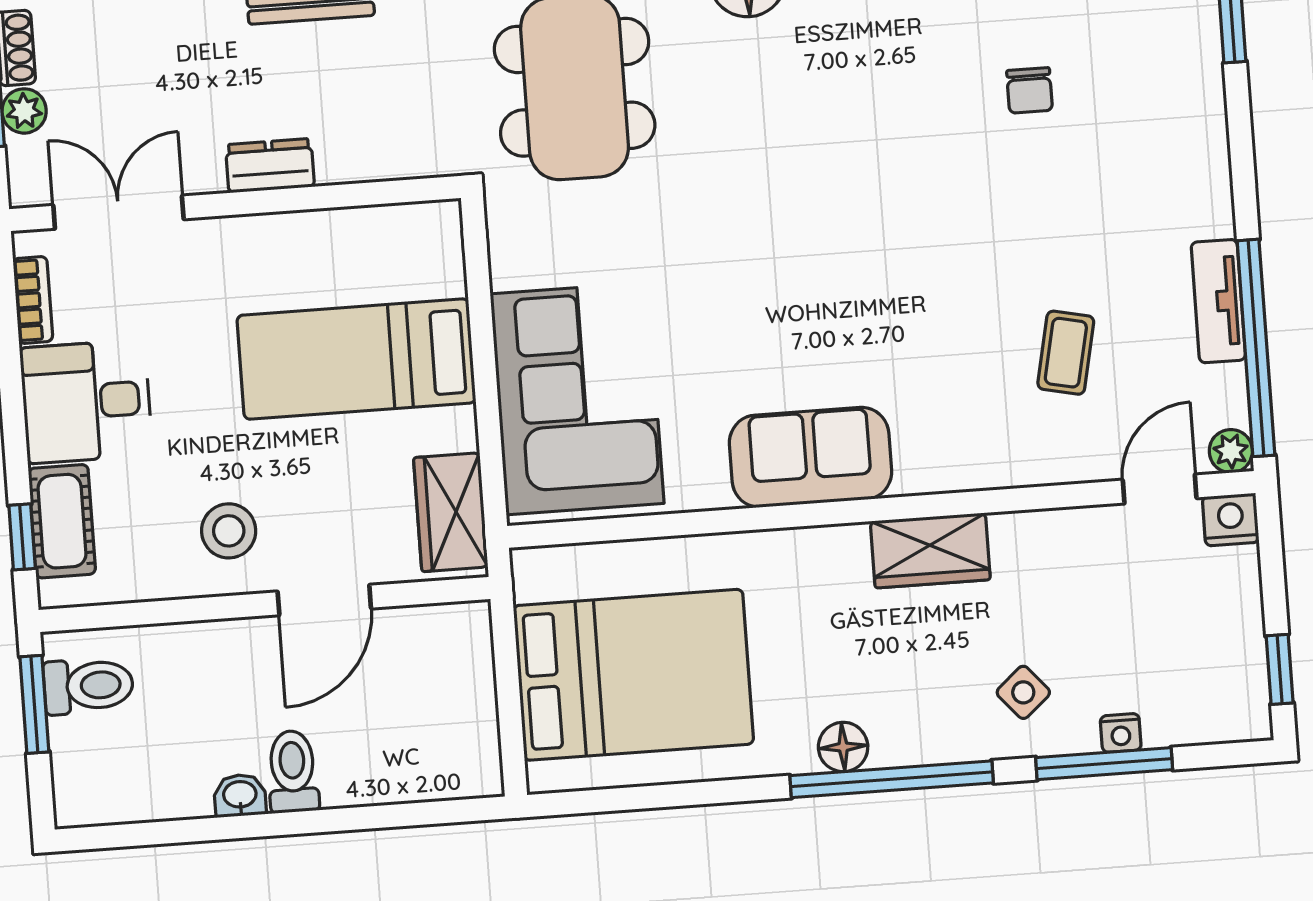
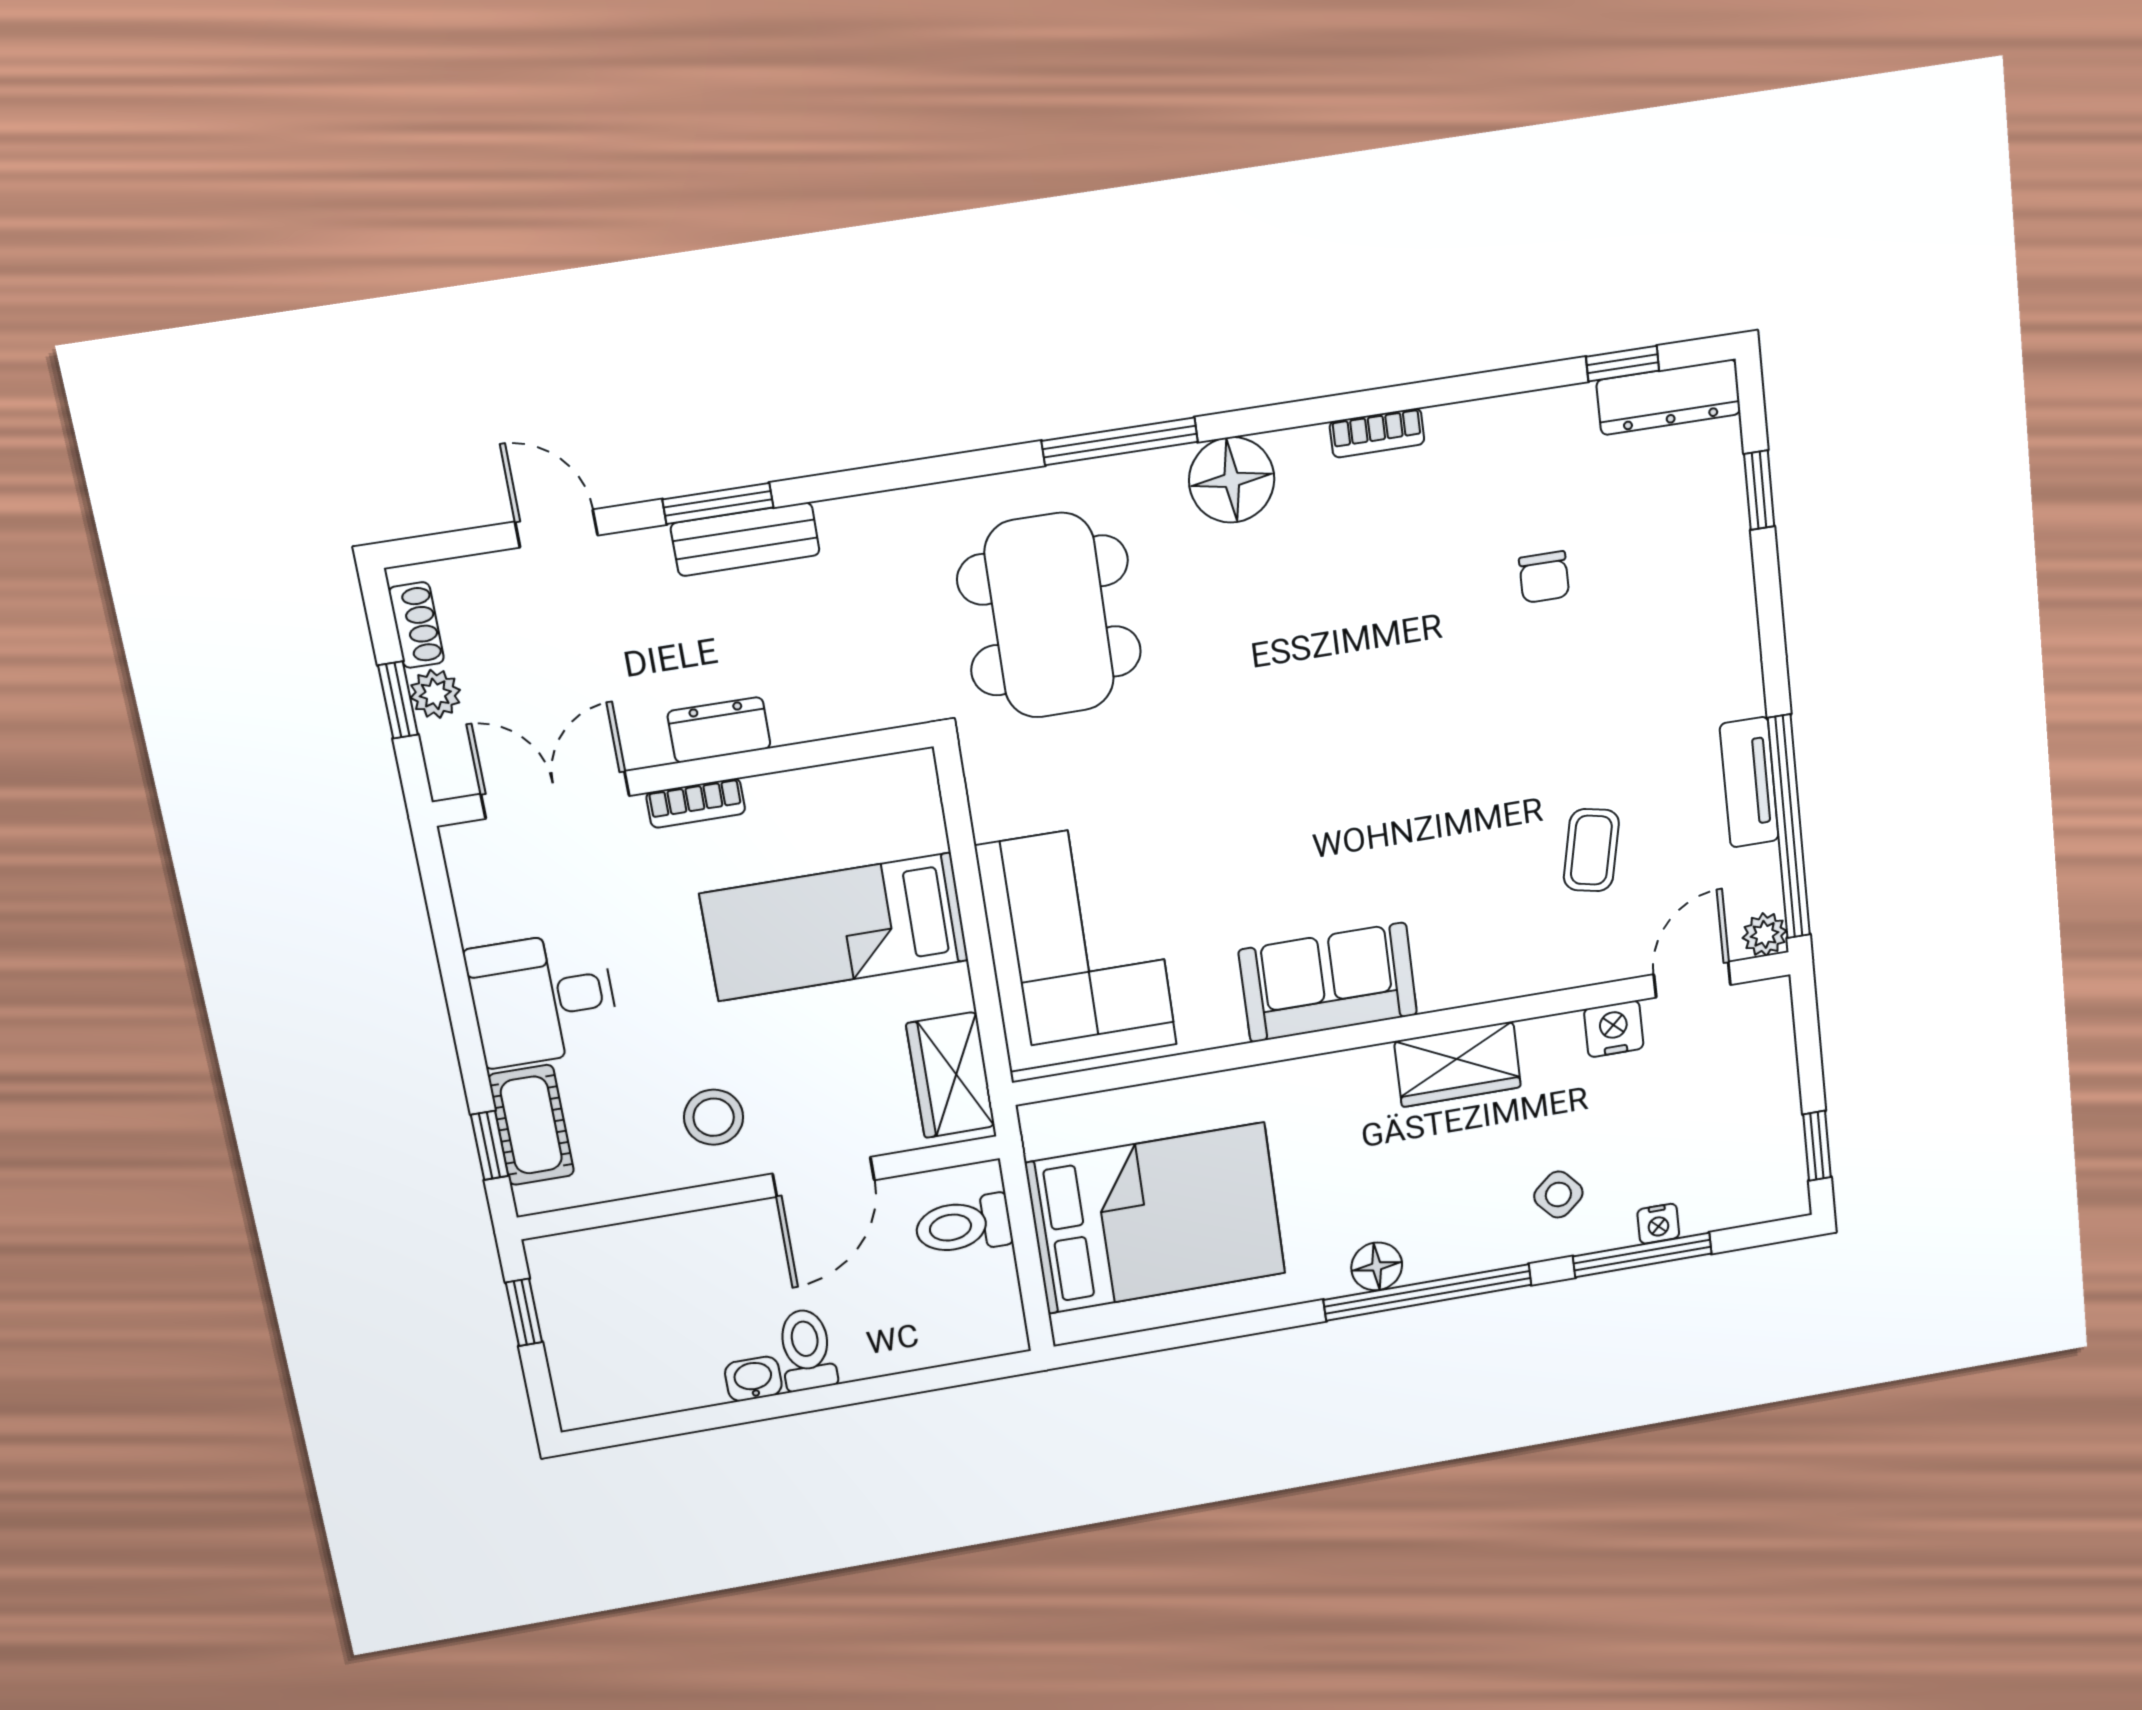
bookcase: (33, 300) -> (696, 803), moved, turned 90
nightstand: (1231, 520) -> (1614, 1029), moved
toilet: (88, 686) -> (963, 1225), moved, turned 180
window: (34, 704) -> (524, 1312), width x0.67

